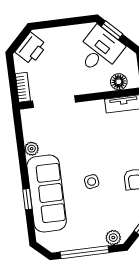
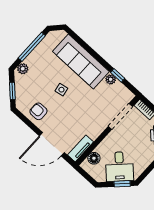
window: (27, 199) -> (118, 75), moved

